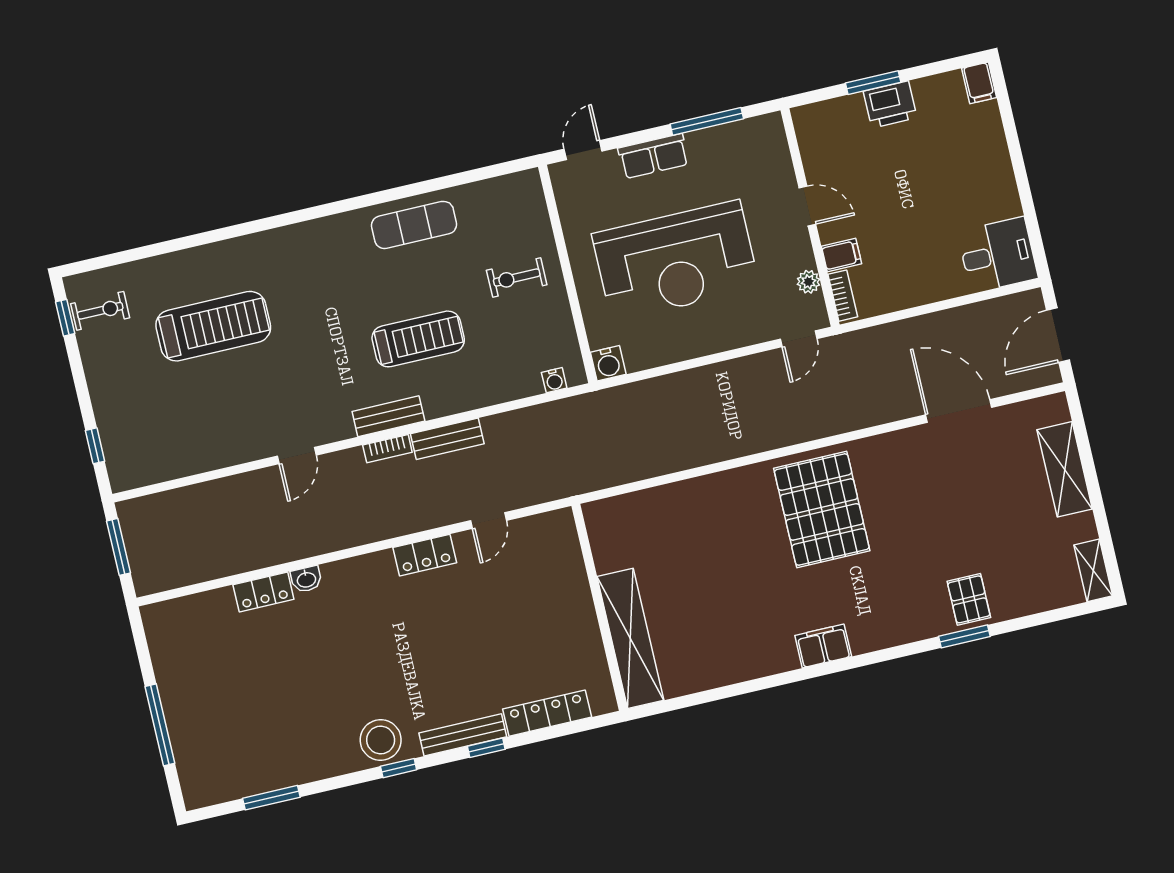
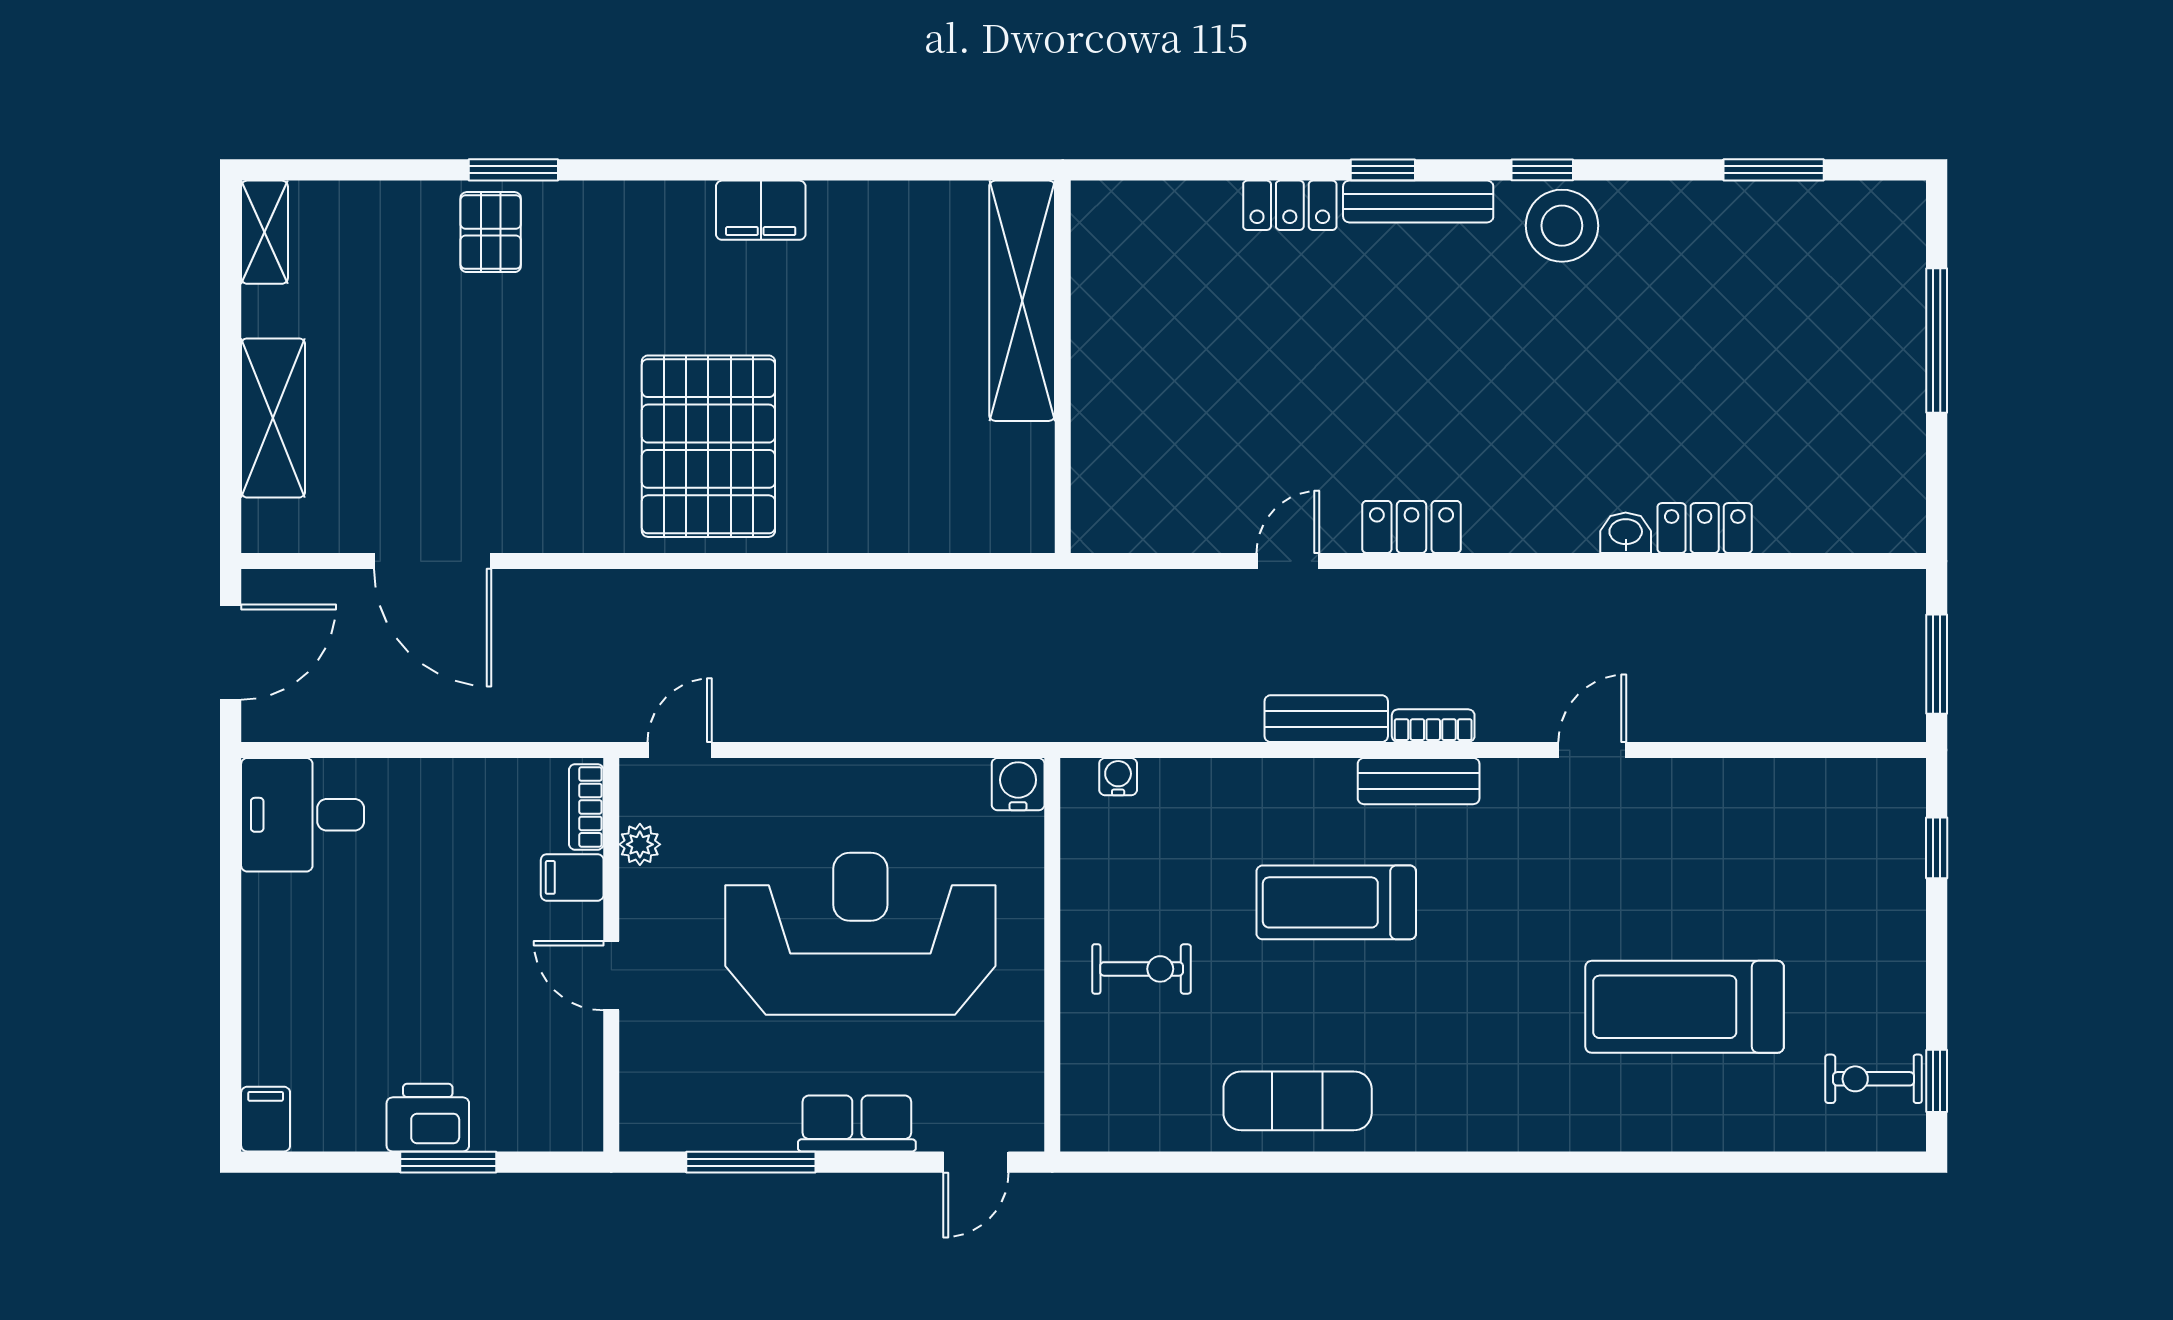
wall: (600, 607) -> (1063, 367), moved
shelving: (630, 638) -> (1022, 301), moved
locker: (547, 713) -> (1290, 205), width x0.66

